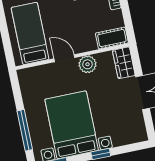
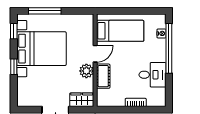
cot: (112, 38) -> (103, 76), moved

